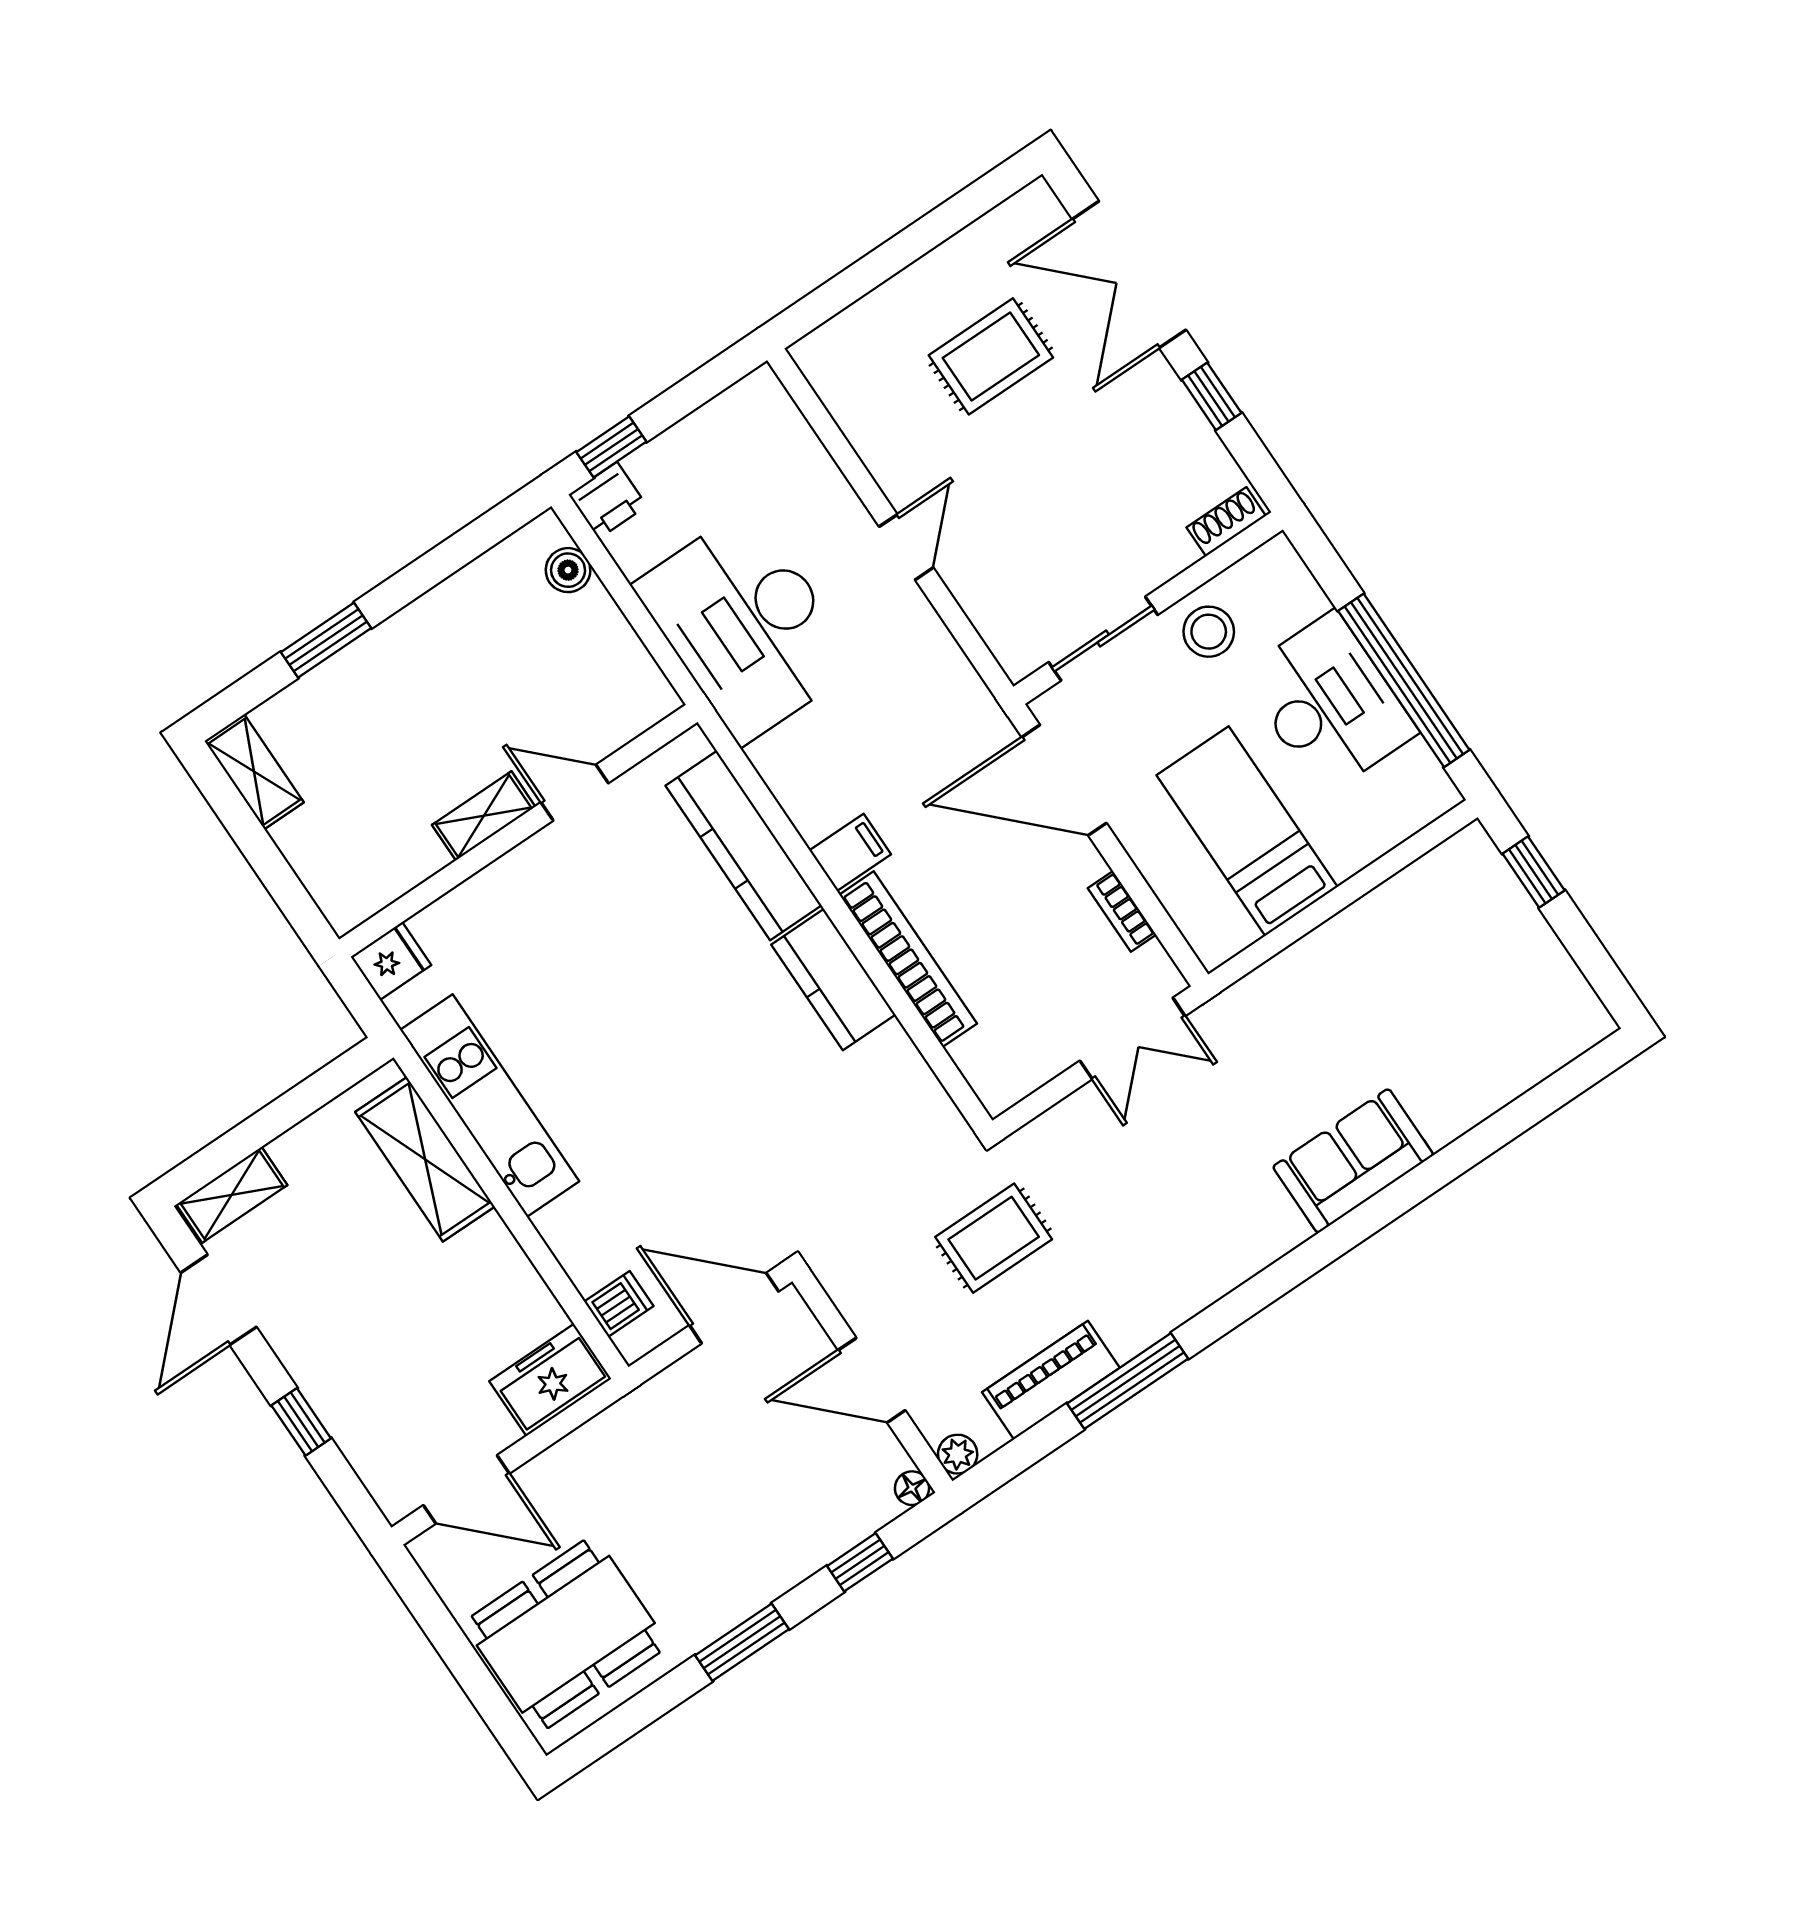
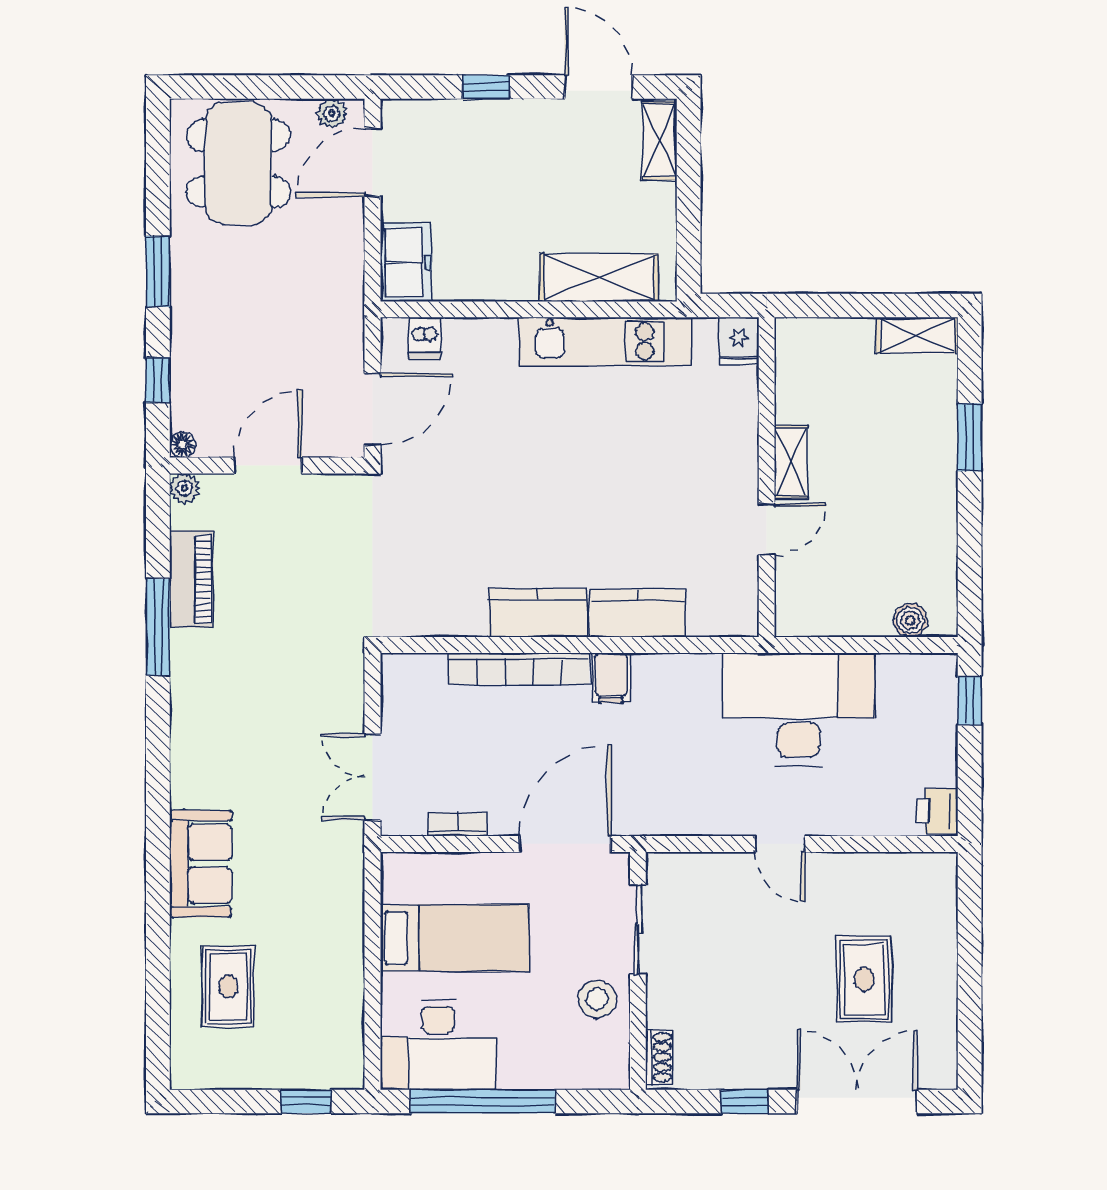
printer: (608, 500) -> (937, 811), moved
desk: (1329, 703) -> (438, 1044), moved
kitchen counter: (744, 845) -> (637, 613), width x0.67
rug: (994, 1238) -> (228, 987), moved
plant: (443, 1570) -> (332, 113), added

